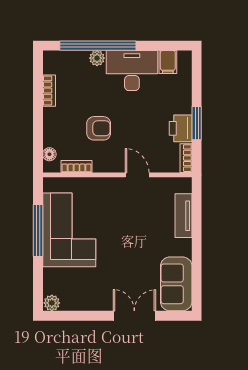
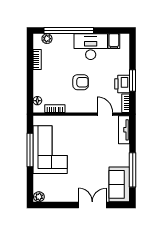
plant: (97, 58) -> (47, 39), moved
armchair: (99, 128) -> (81, 82), moved
door: (137, 175) -> (105, 114), moved
tv unit: (183, 216) -> (124, 130), moved
window: (197, 261) -> (133, 170), added

